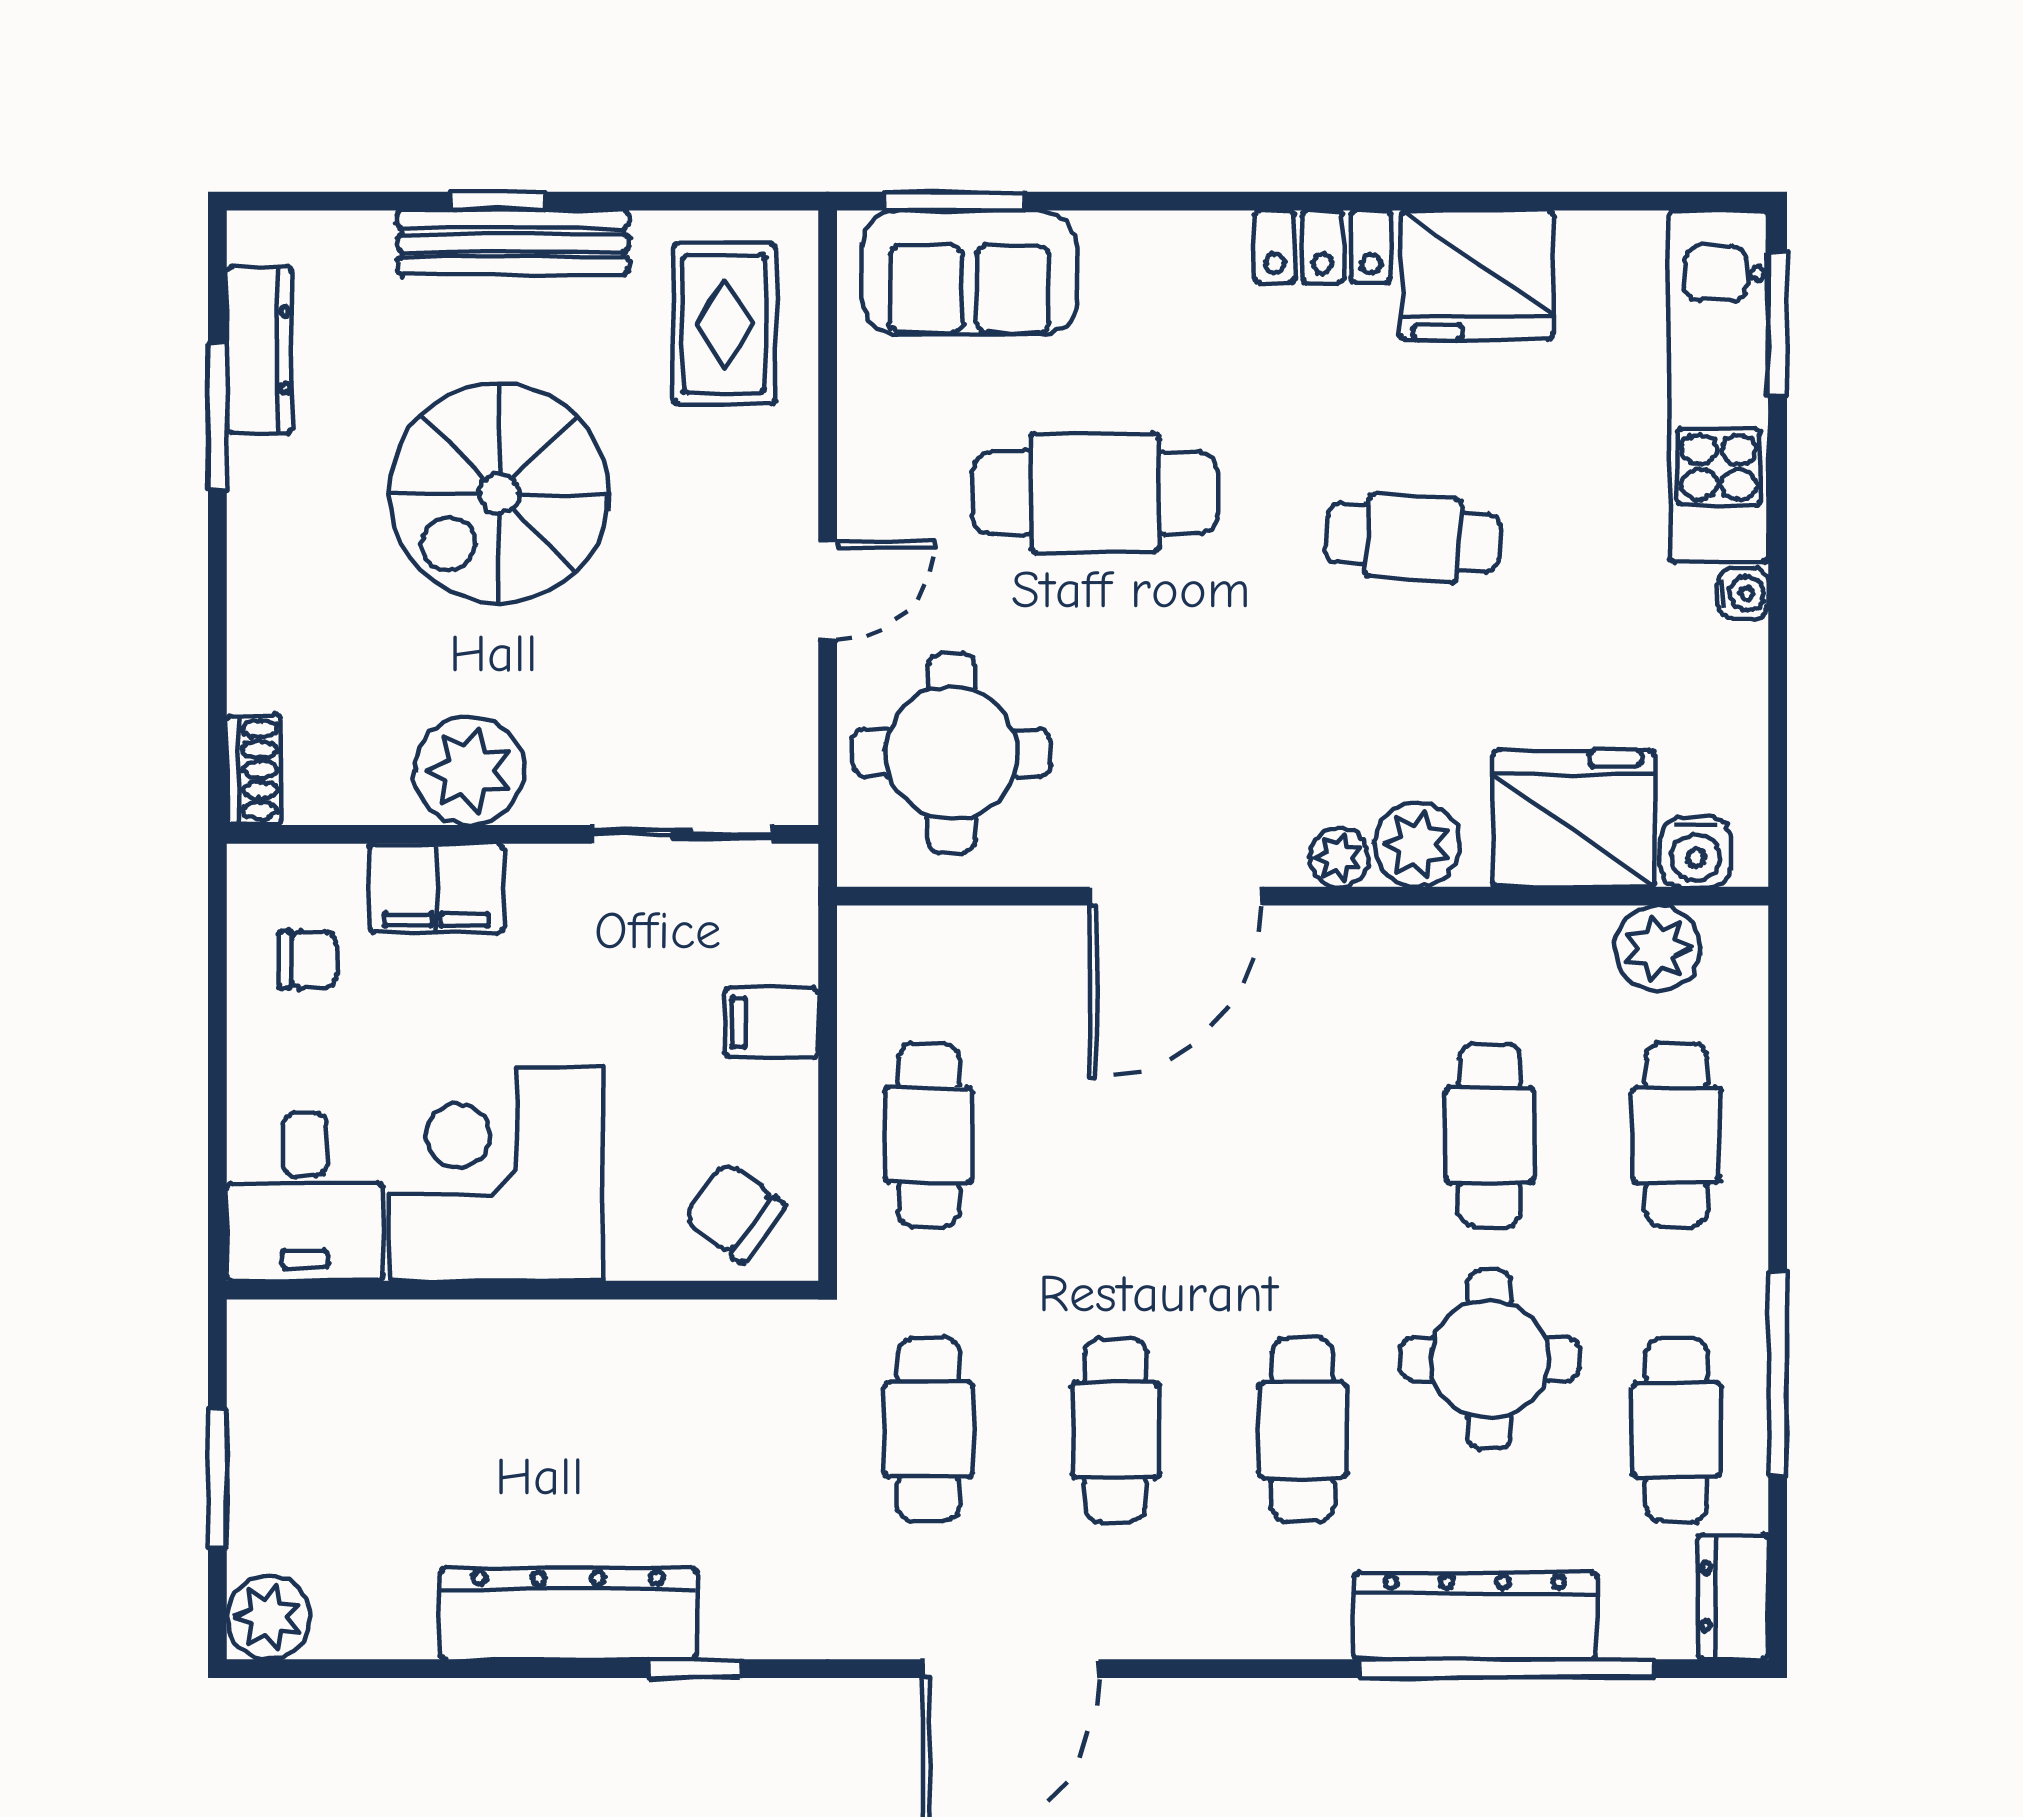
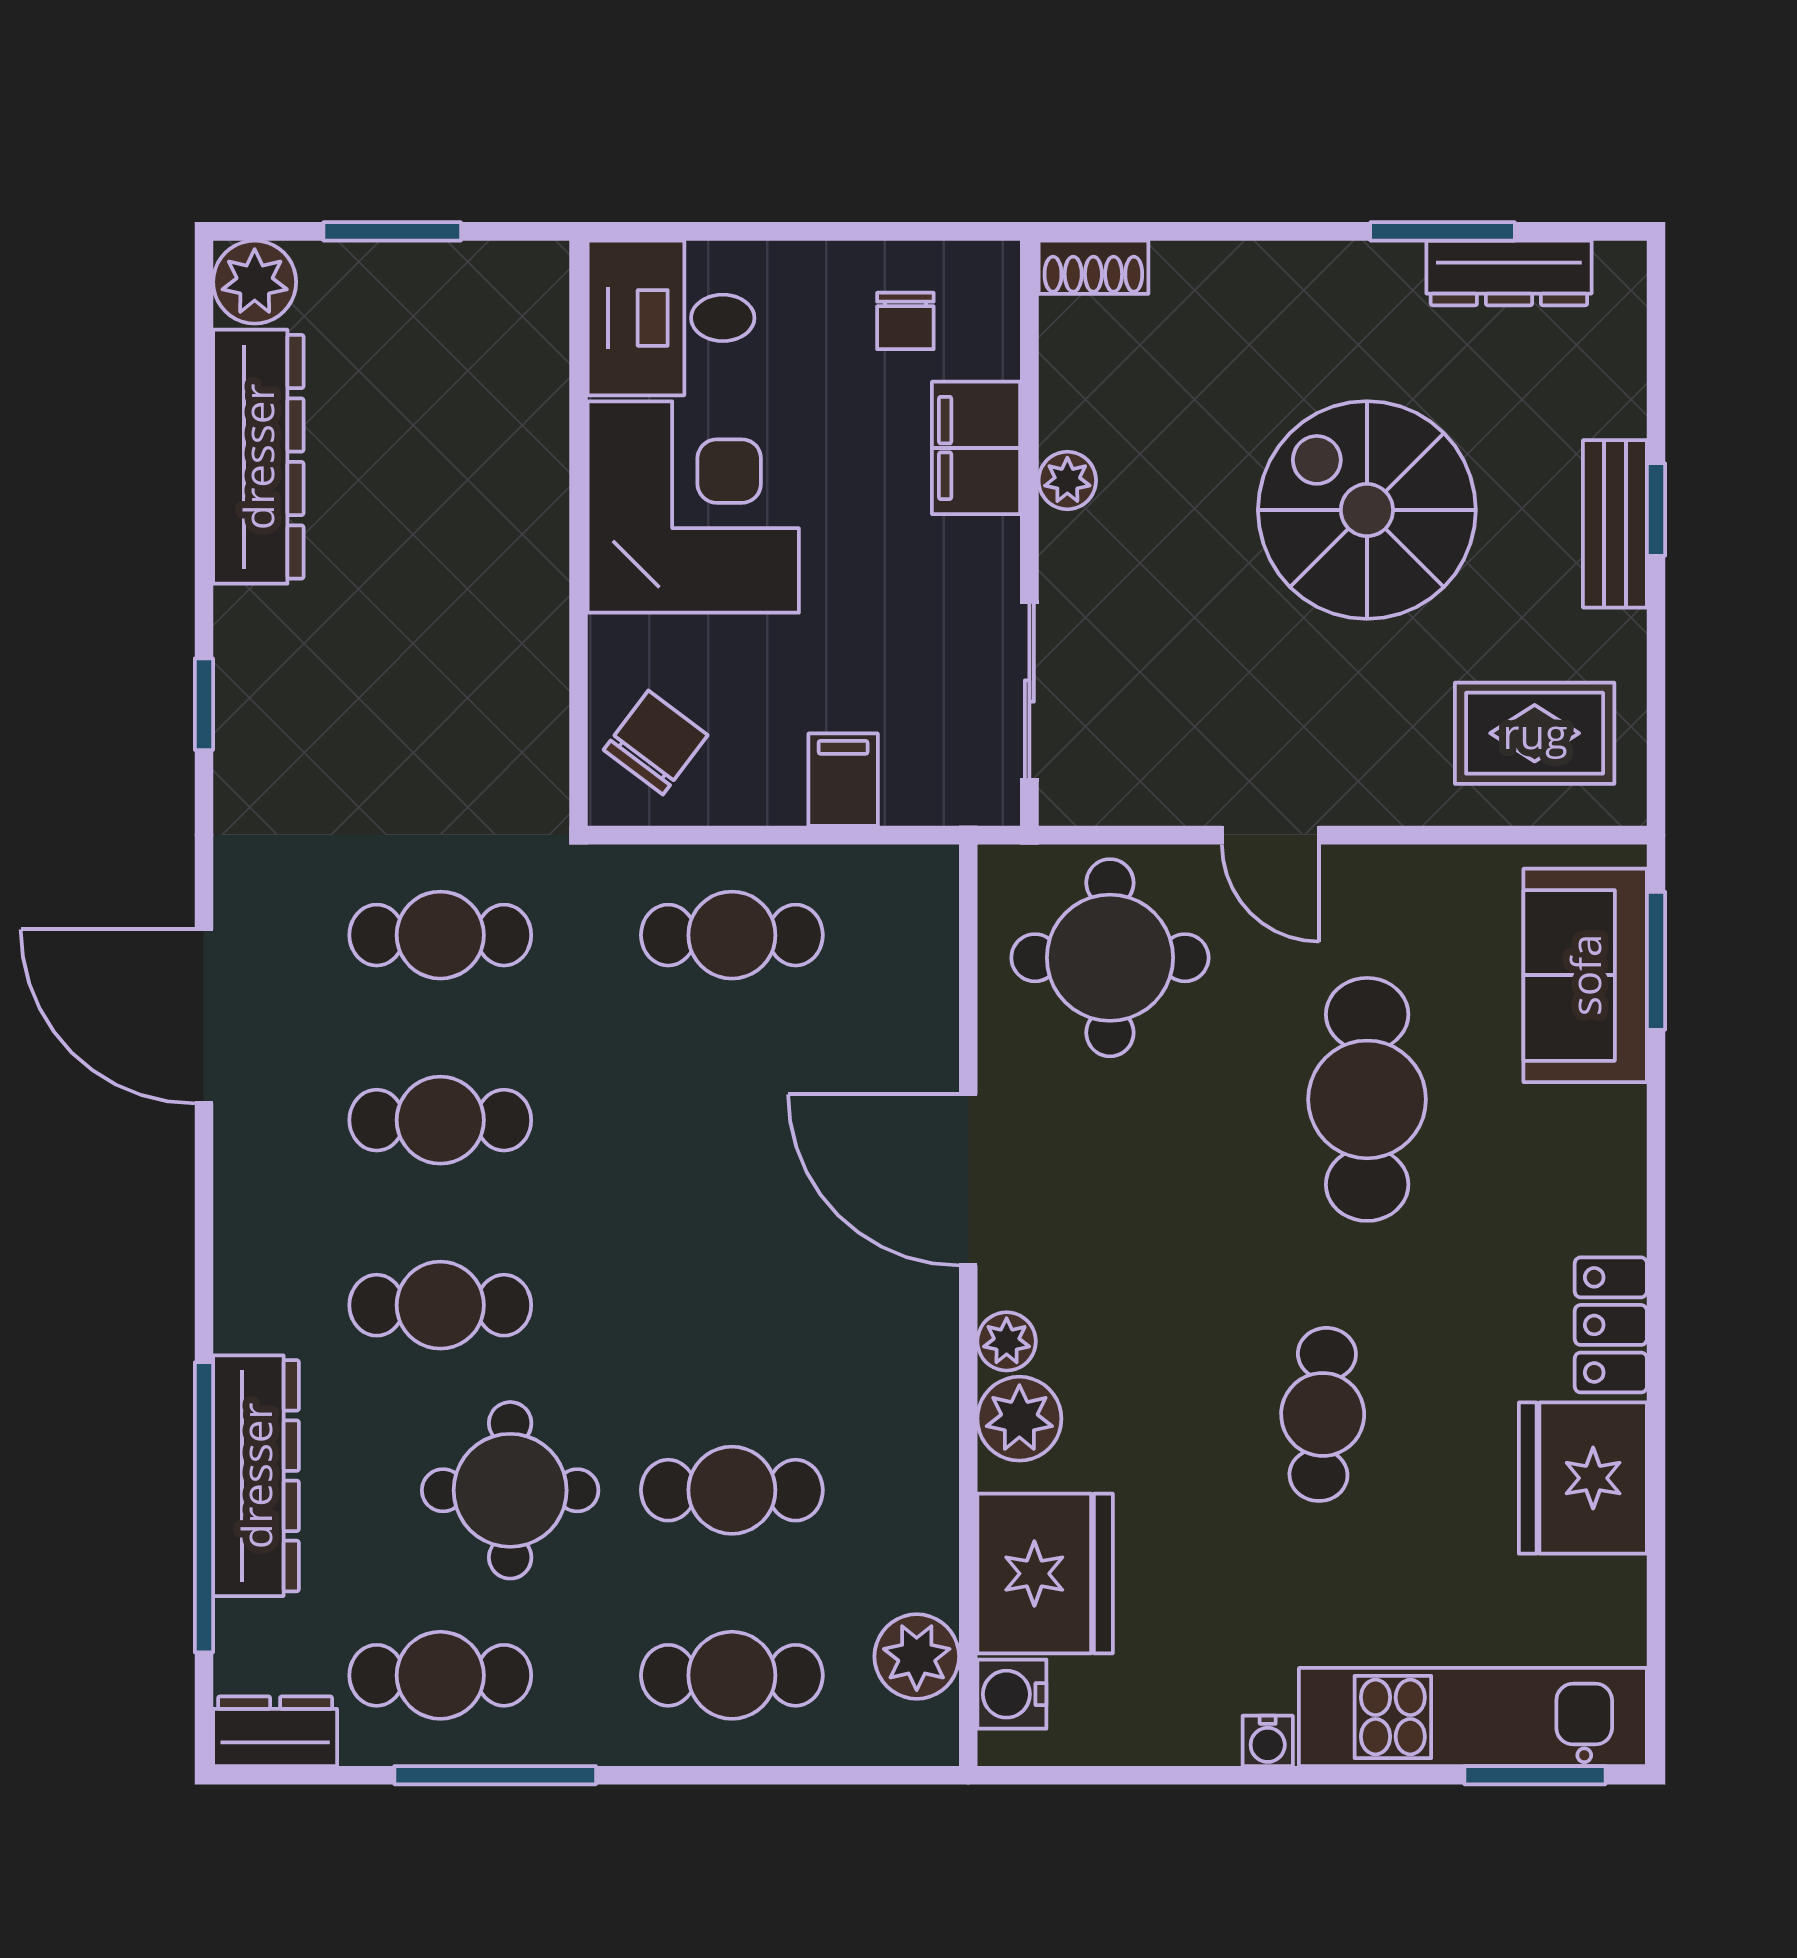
bench: (513, 243) -> (1615, 524), width x0.73
plant: (469, 771) -> (1067, 480), width x0.53, depth x0.53
dresser: (568, 1614) -> (258, 457), moved

